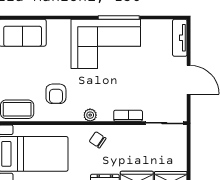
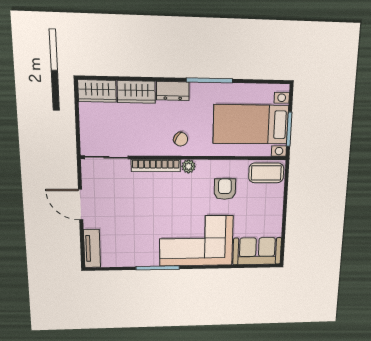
corner sofa: (106, 44) -> (196, 241), moved
bookcase: (128, 116) -> (156, 166), width x1.56

